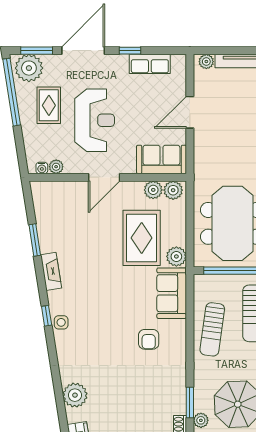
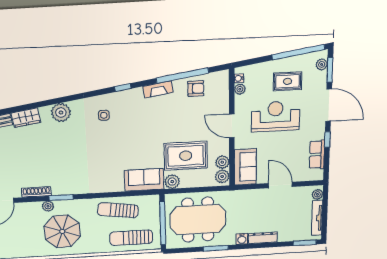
plant: (29, 68) -> (322, 64), width x0.53, depth x0.53
reception desk: (95, 120) -> (275, 116), turned 180
window: (35, 240) -> (182, 76), width x2.11
side table: (61, 322) -> (104, 115), moved
armchair: (149, 339) -> (196, 89), moved, turned 180

